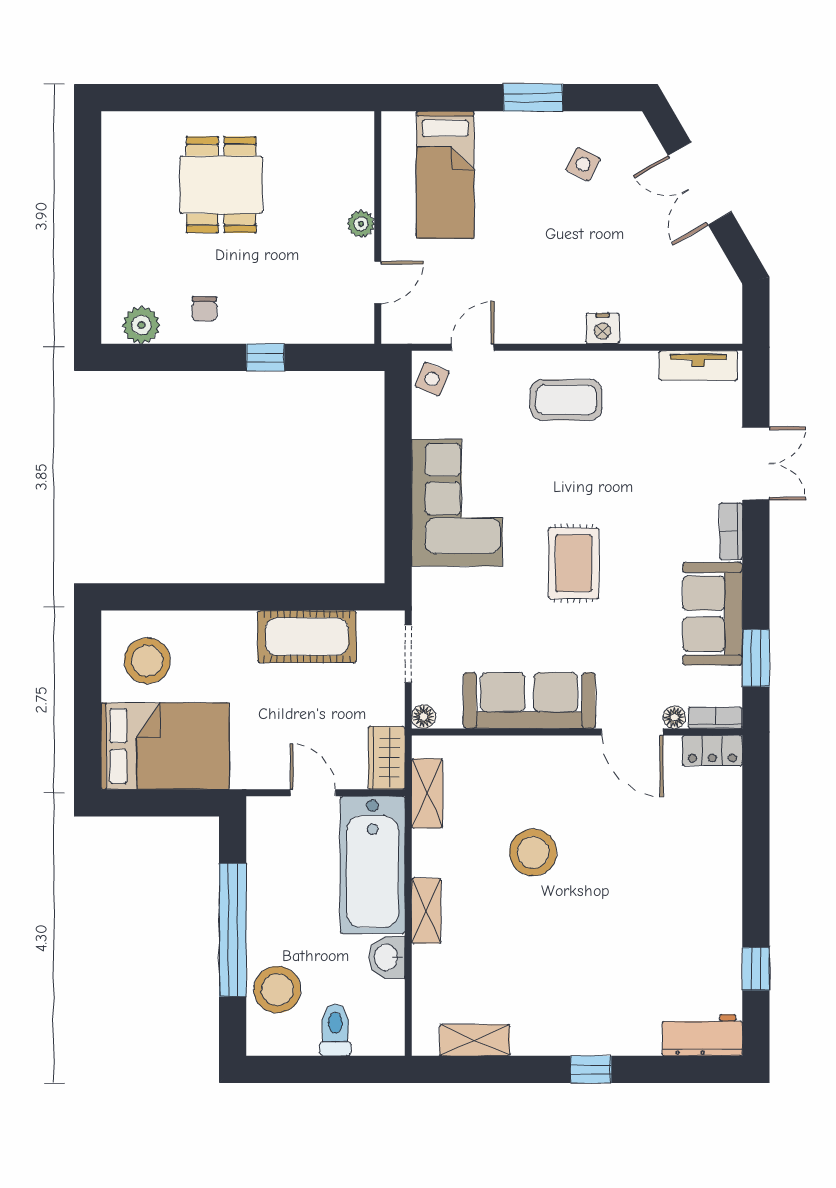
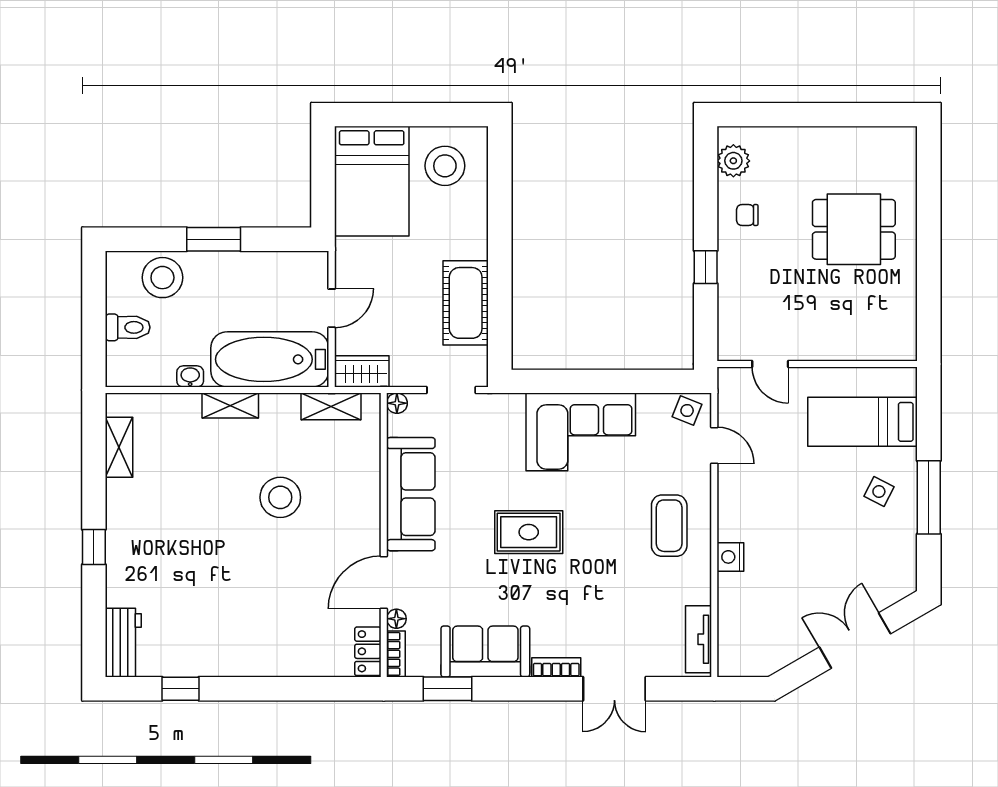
window: (533, 98) -> (929, 497), width x1.44
side table: (583, 164) -> (879, 492), moved
plant: (361, 224) -> (820, 349), removed
window: (233, 930) -> (214, 239), width x0.47
washbasin: (387, 957) -> (190, 376), width x0.72, depth x0.69

